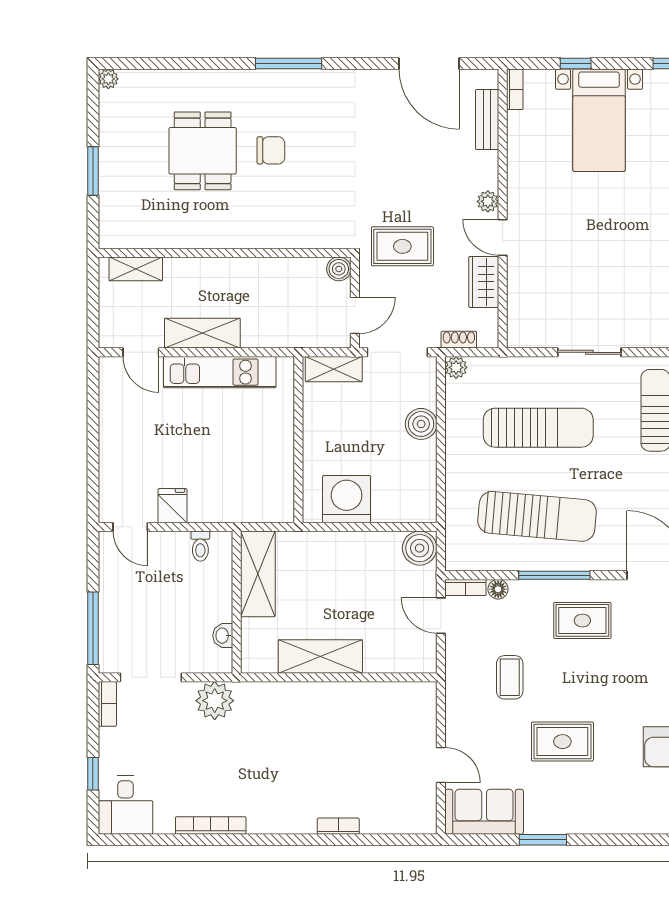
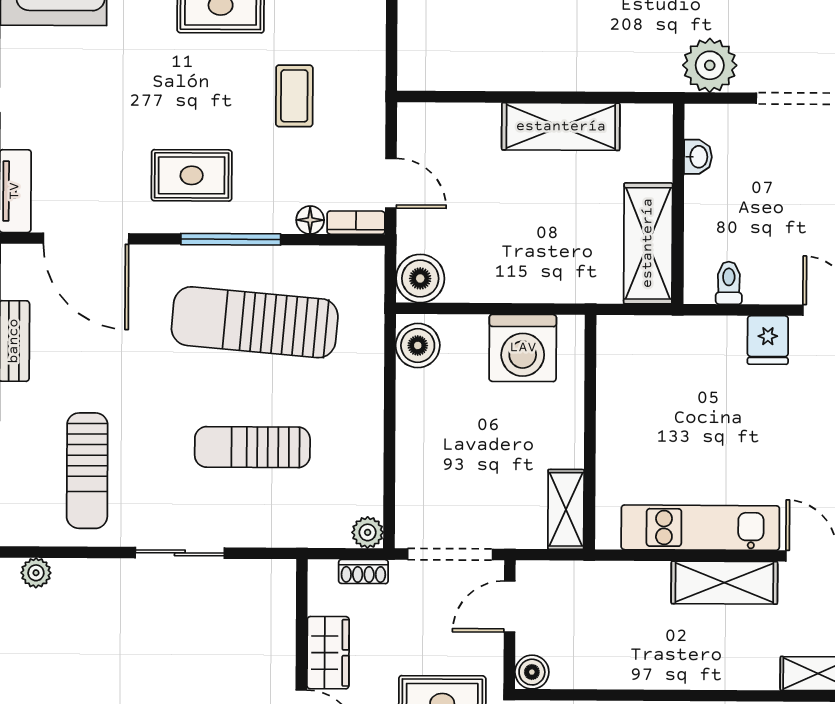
shelving: (334, 369) -> (566, 509), moved, turned 90
boiler: (421, 424) -> (418, 346), moved
sun lounger: (538, 428) -> (252, 447), width x0.73, depth x0.75

